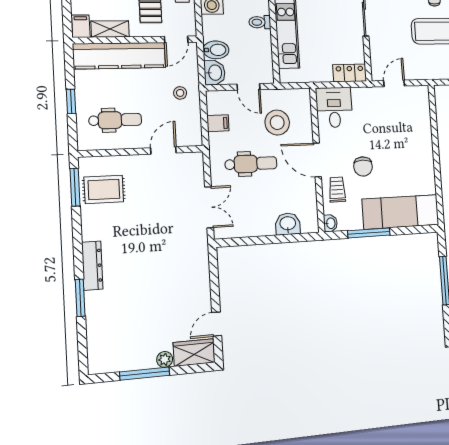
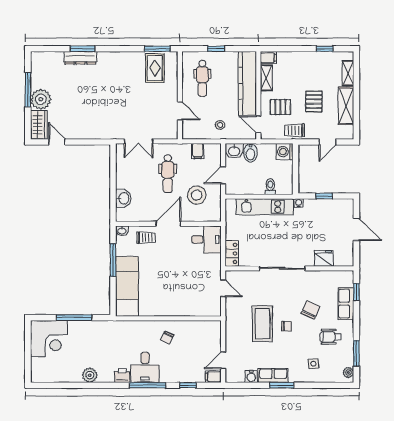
chair: (363, 166) -> (162, 259), removed
dresser: (92, 266) -> (80, 58), moved
plant: (165, 359) -> (41, 99), width x1.87, depth x1.87

